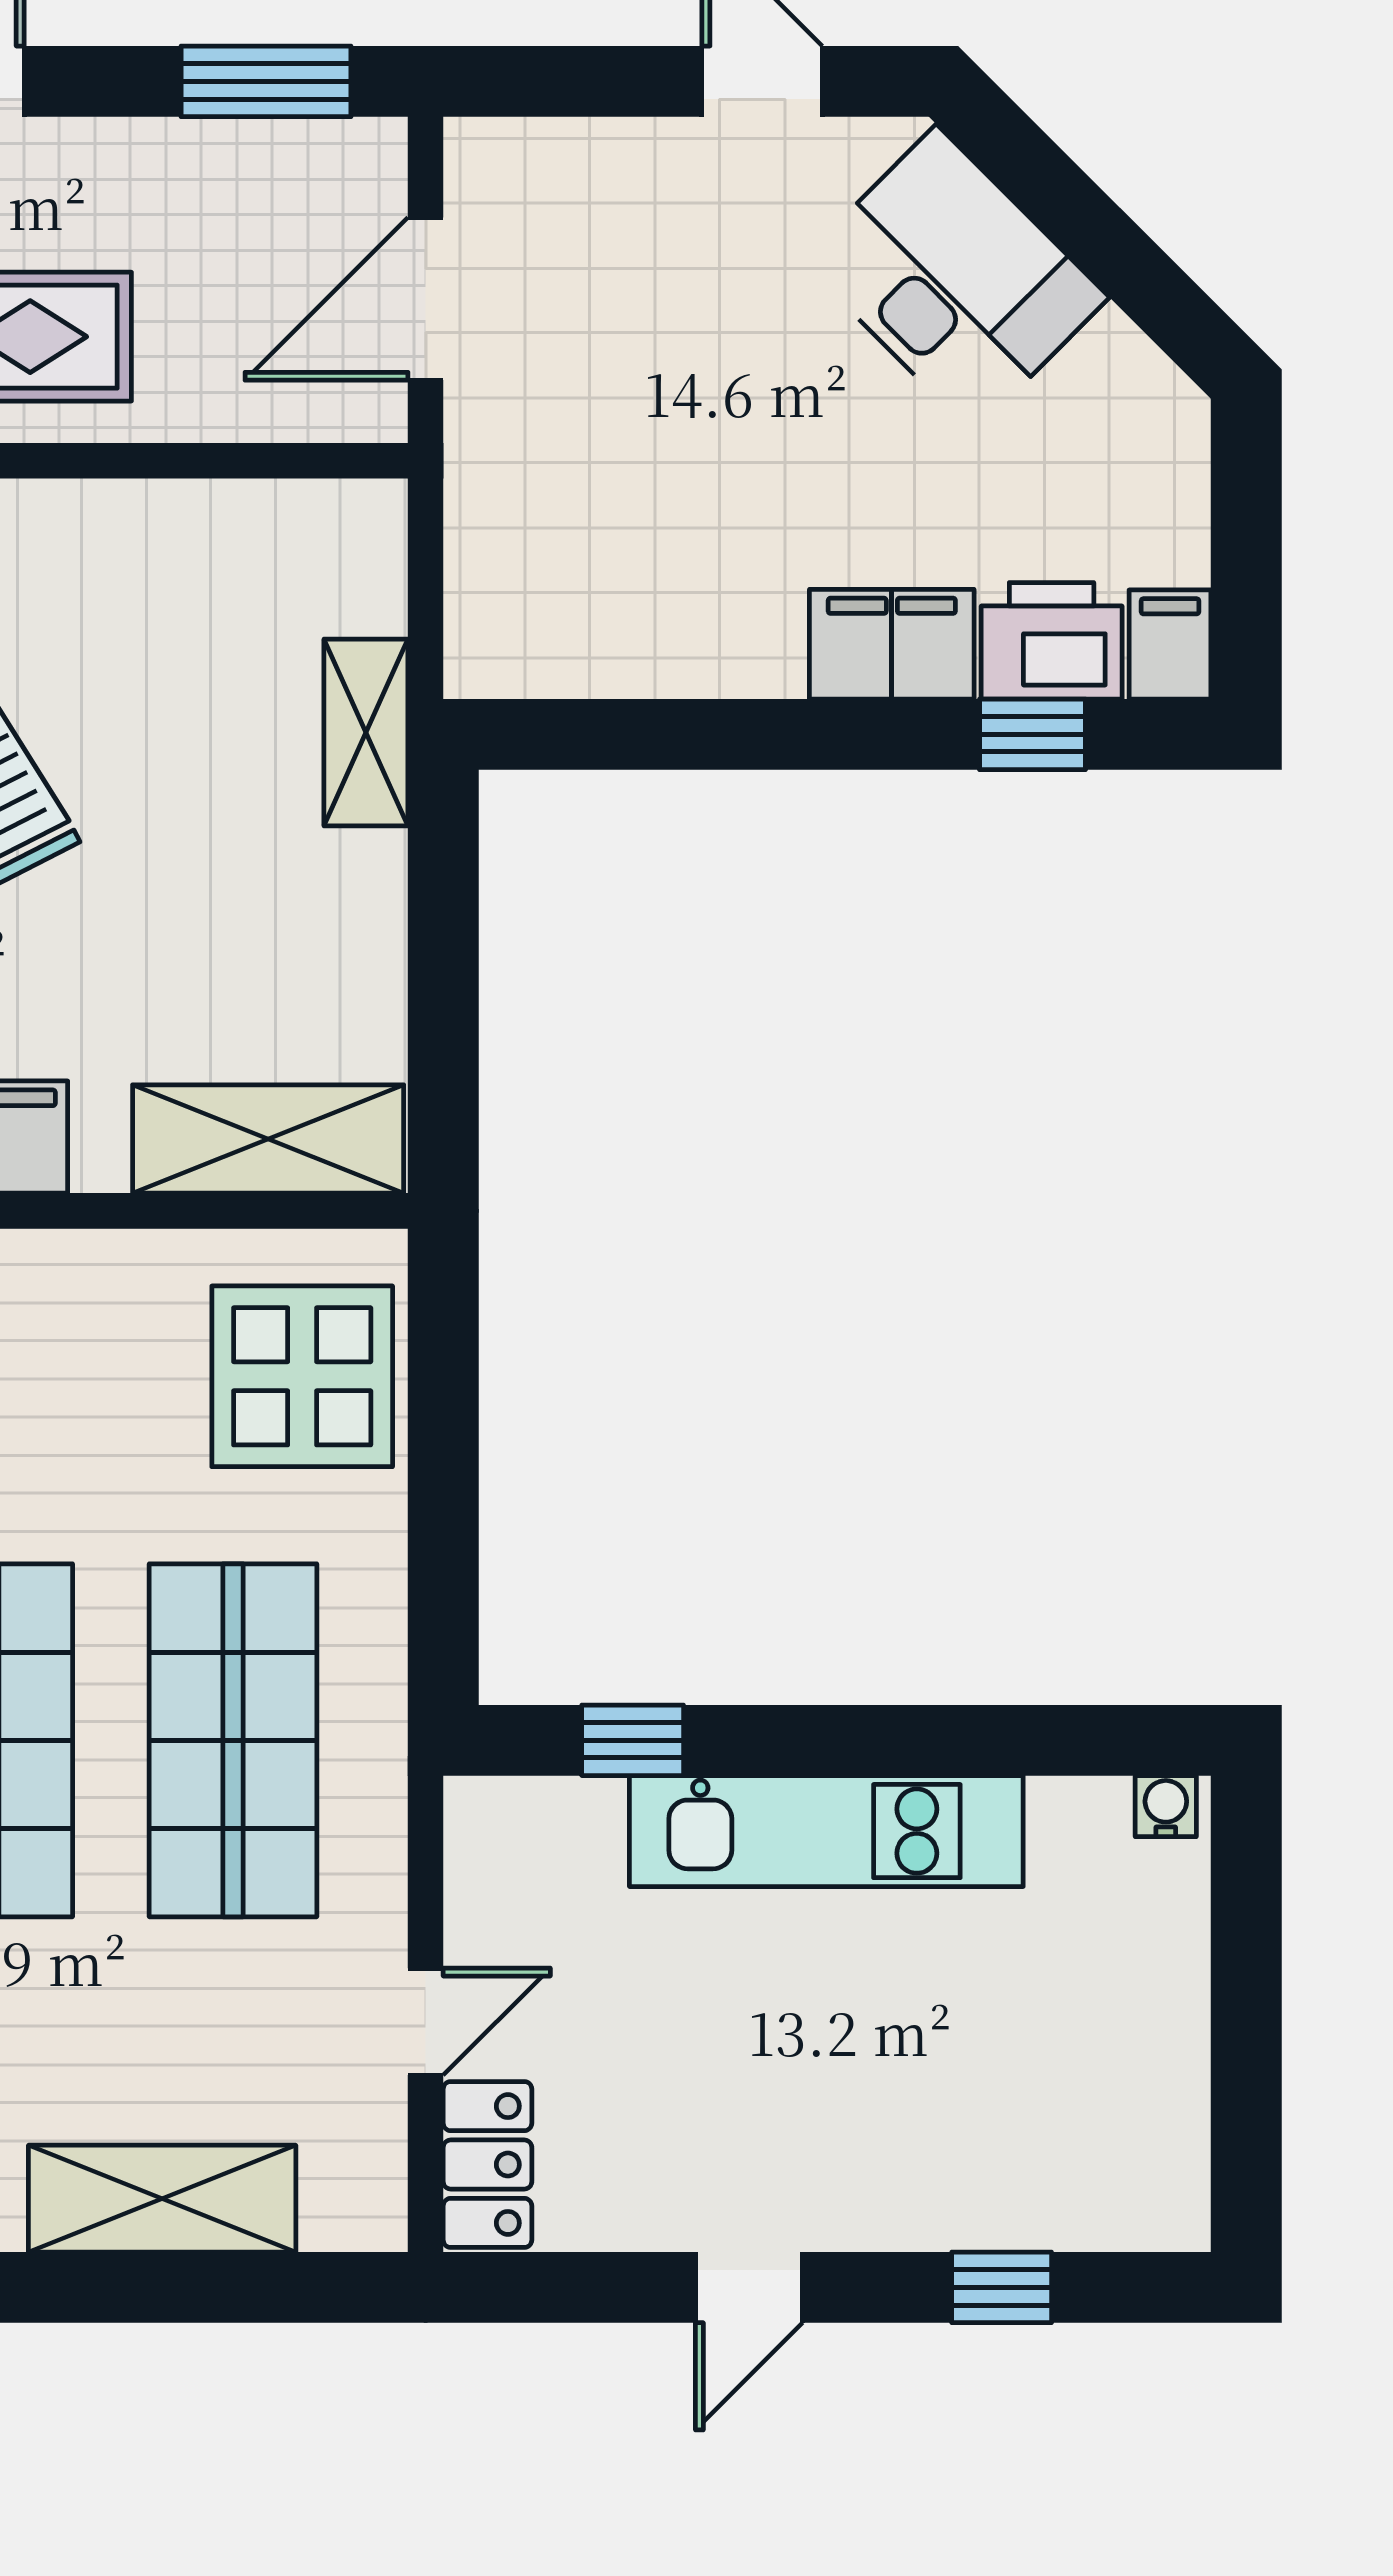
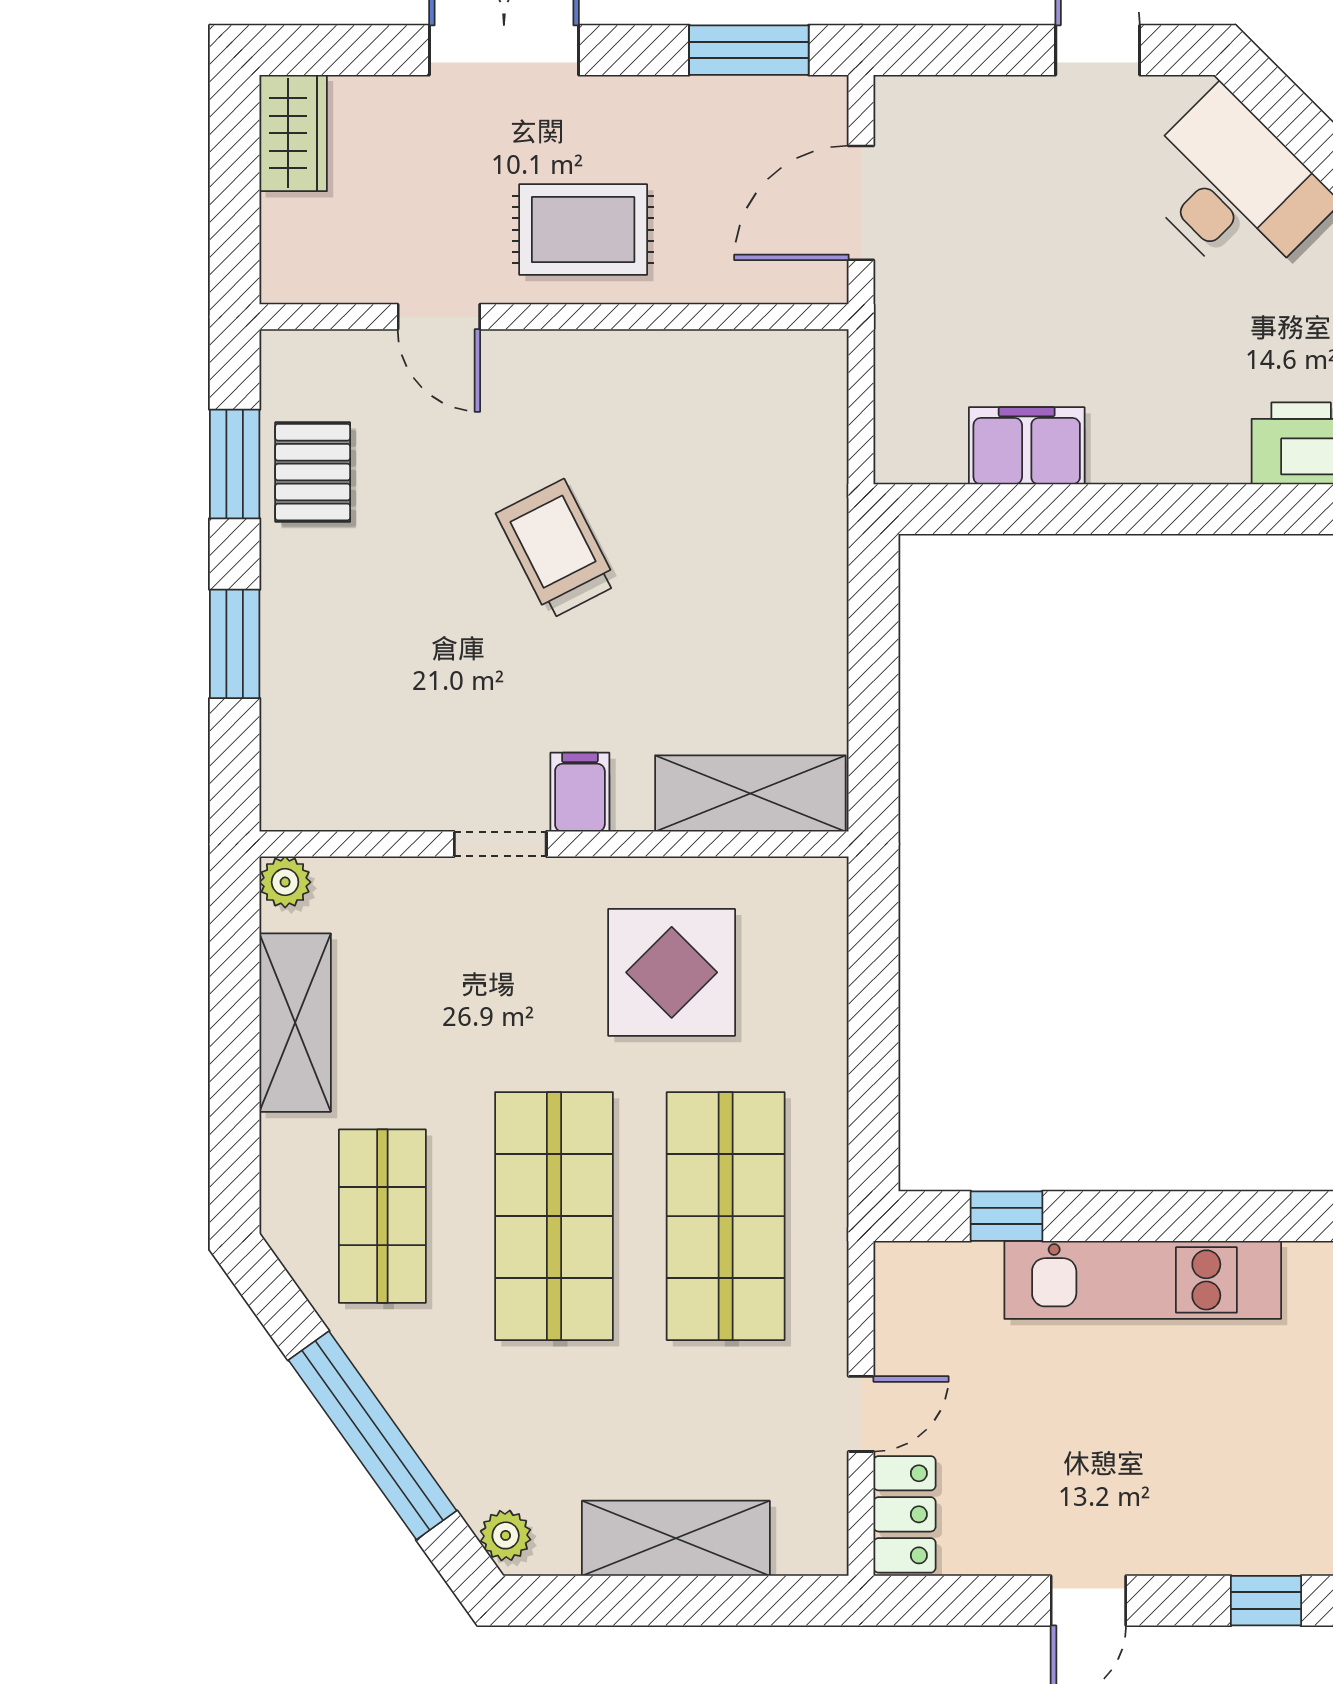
filing cabinet: (892, 644) -> (1027, 446), moved
shelving: (366, 732) -> (819, 508), removed
window: (1033, 734) -> (1288, 509), removed
display table: (302, 1376) -> (672, 972), moved

